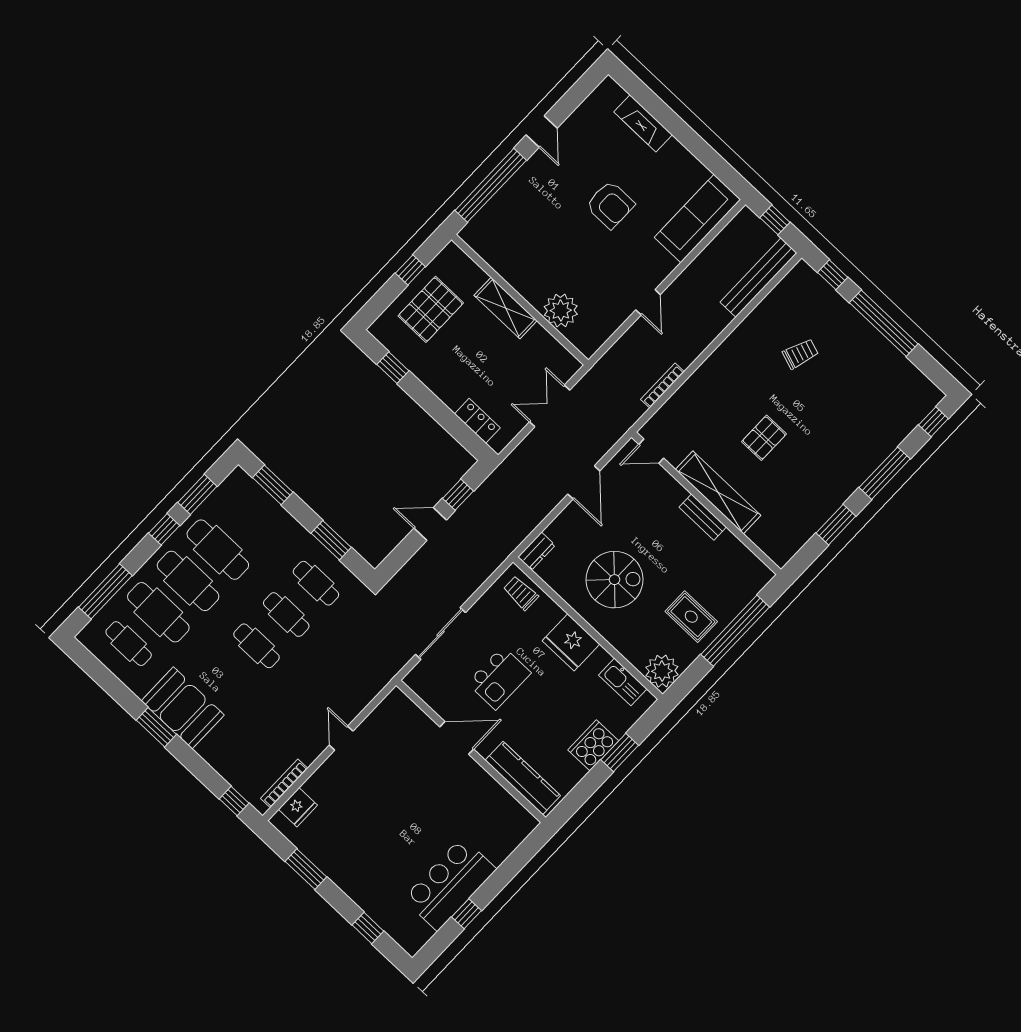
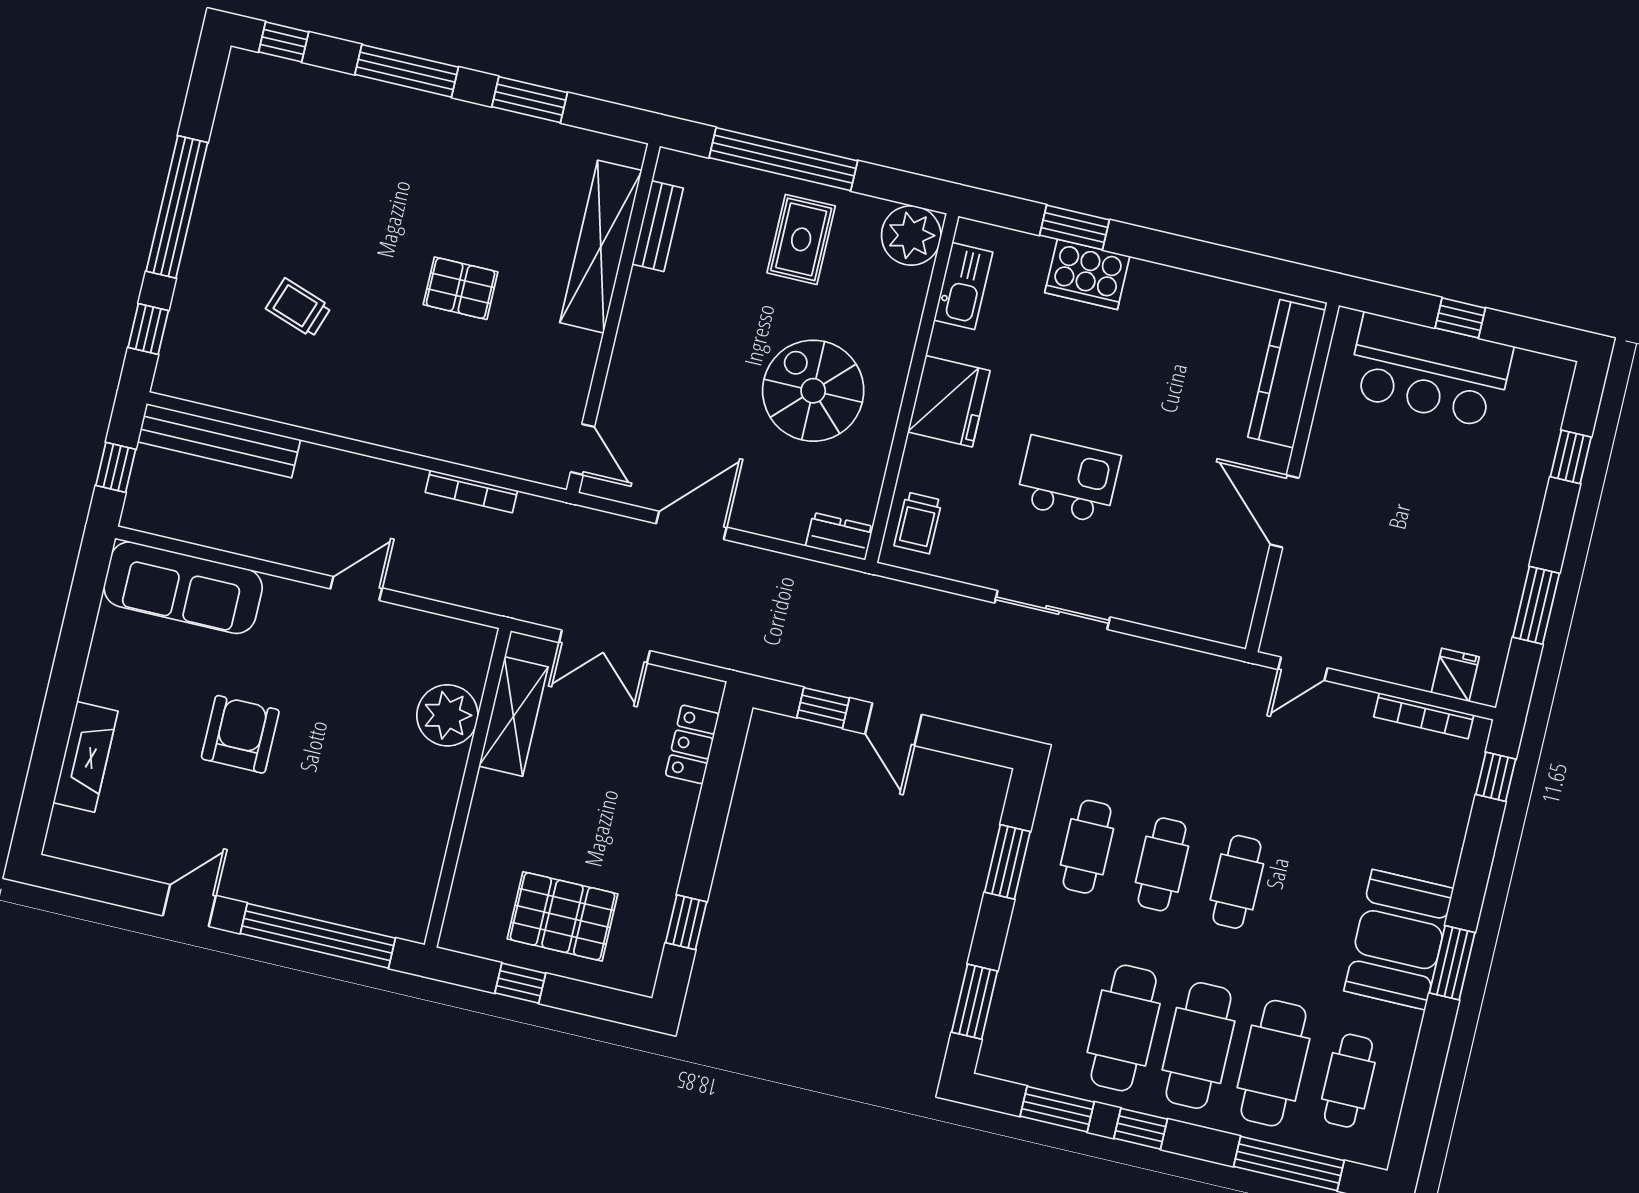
shelving: (506, 308) -> (513, 716), moved
shelving: (718, 492) -> (601, 247), moved
bench: (703, 517) -> (658, 226), moved
door: (457, 738) -> (1284, 511), moved
wall: (471, 751) -> (1292, 477), moved
kitchen counter: (523, 778) -> (1287, 374), moved
fridge: (298, 807) -> (1455, 675), width x0.72

